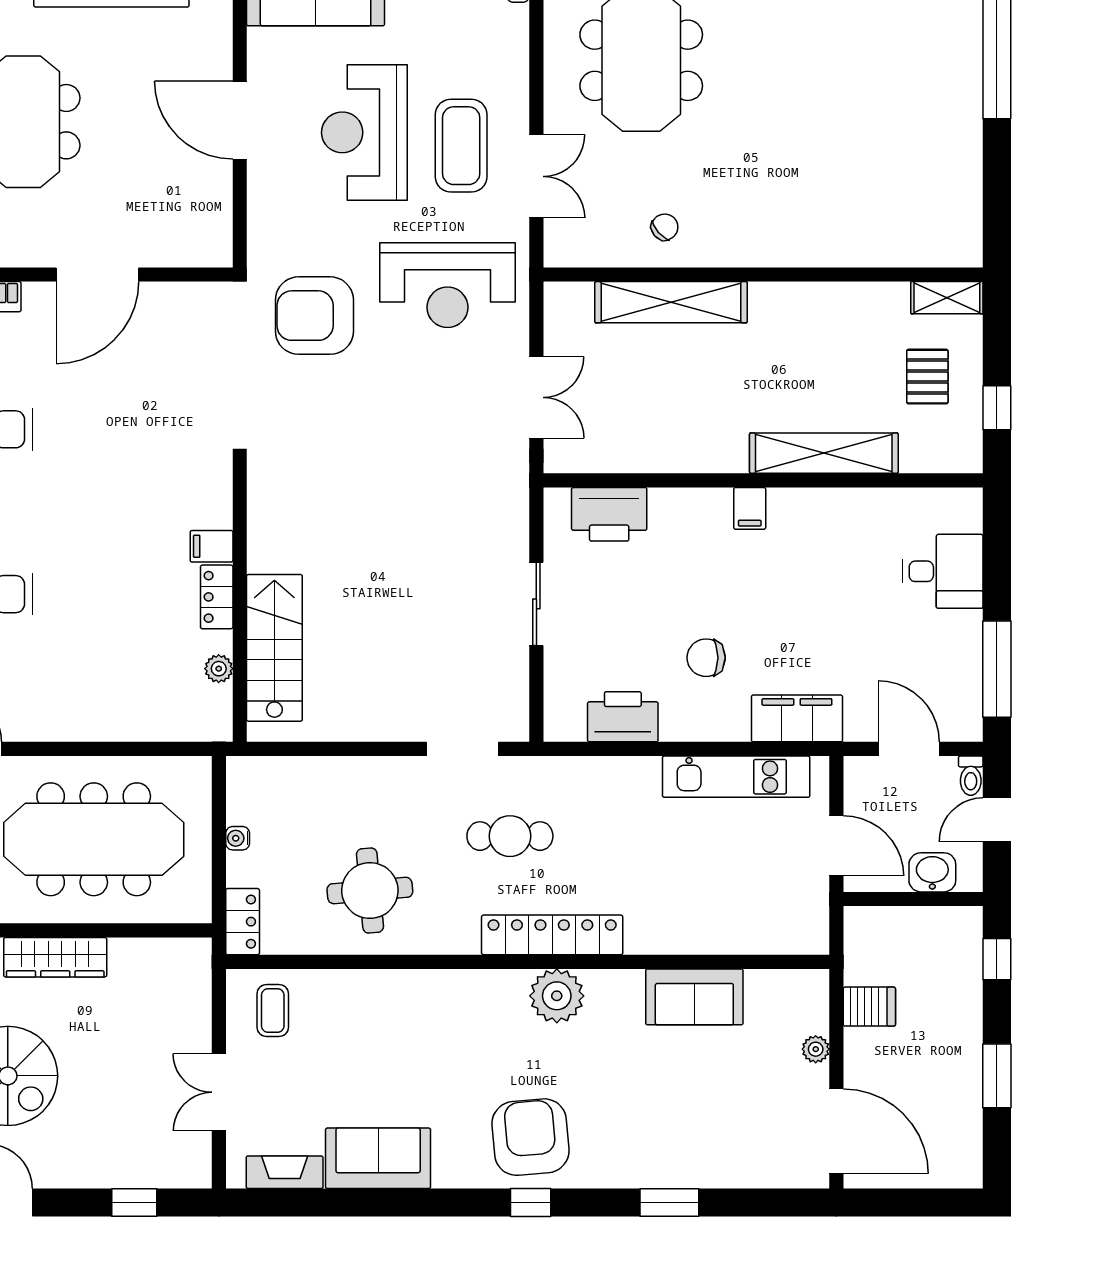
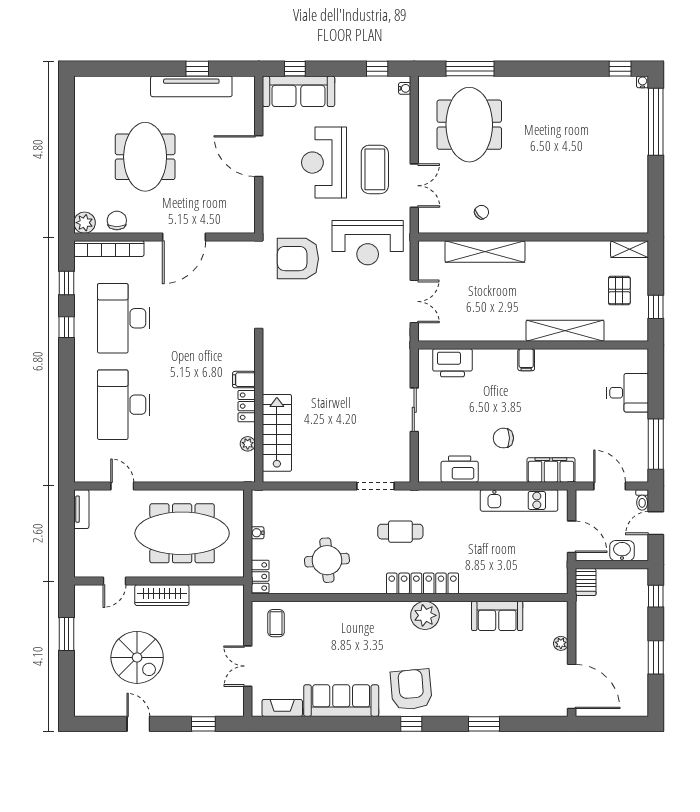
server rack: (869, 1007) -> (586, 582), moved, turned 90
sofa: (378, 1158) -> (341, 701), width x1.36

